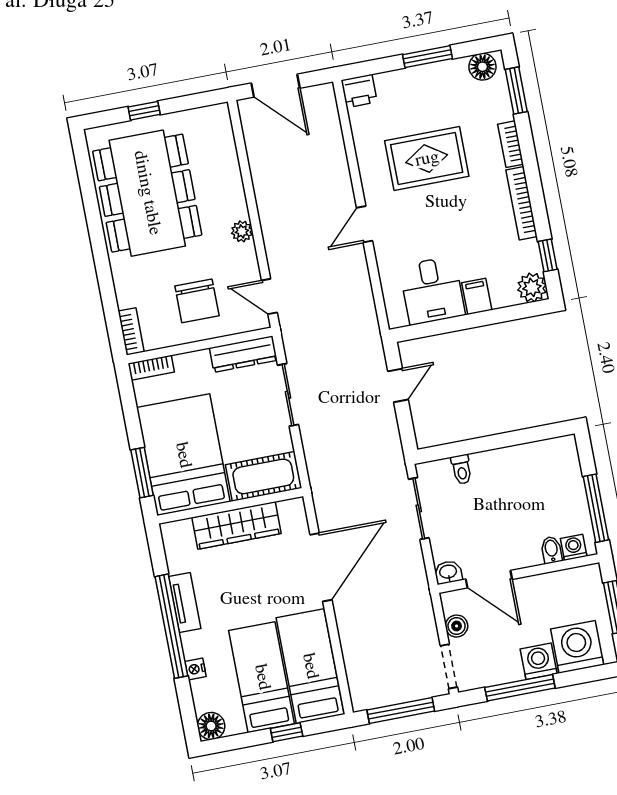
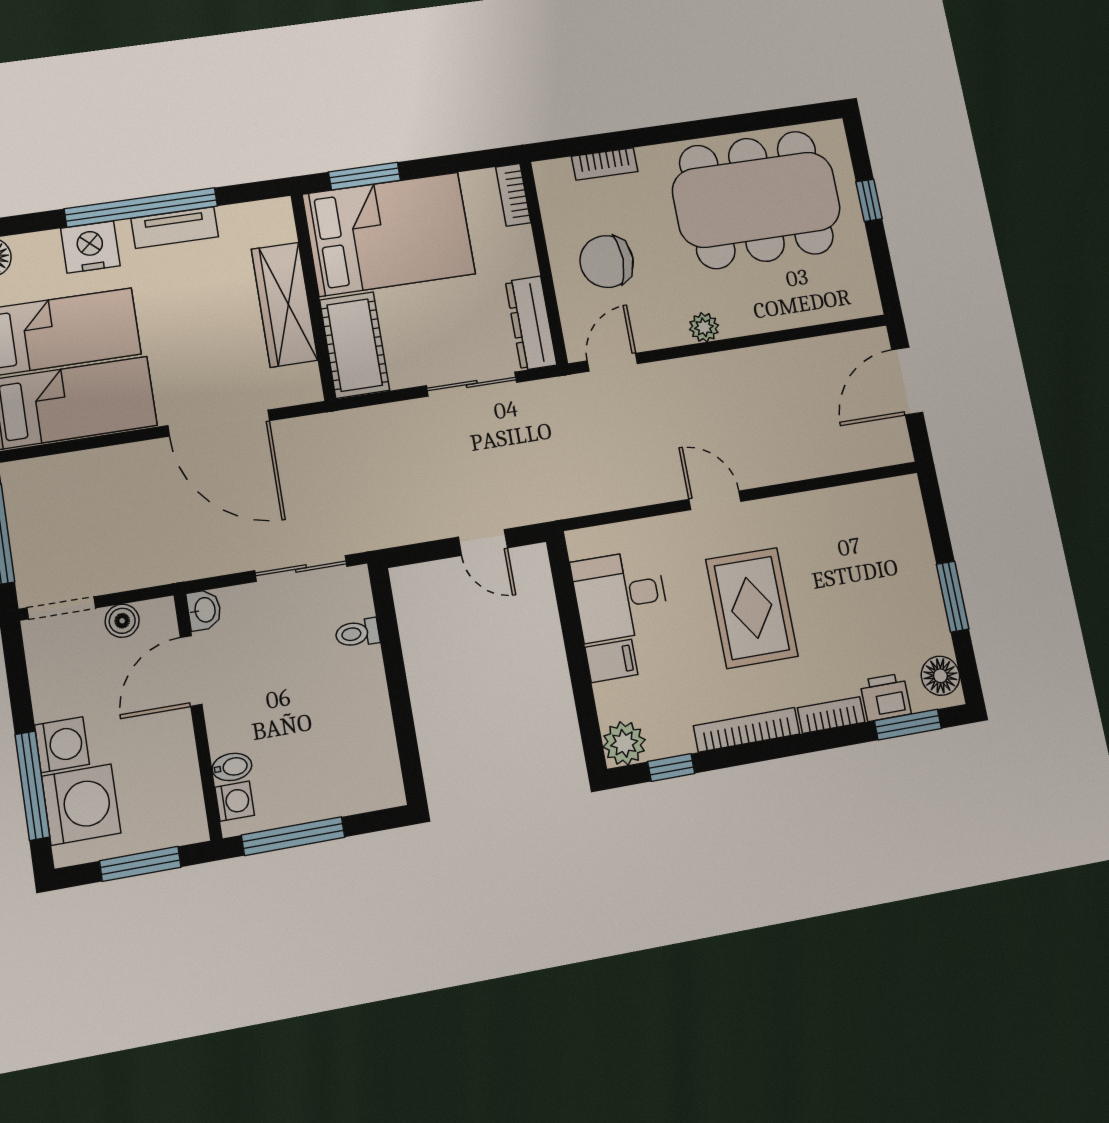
printer: (359, 91) -> (885, 697), moved, turned 90
rug: (427, 159) -> (752, 608), moved
bookcase: (131, 331) -> (605, 164), moved
nightstand: (196, 669) -> (90, 247), width x1.89, depth x1.79
window: (520, 688) -> (32, 786), moved

